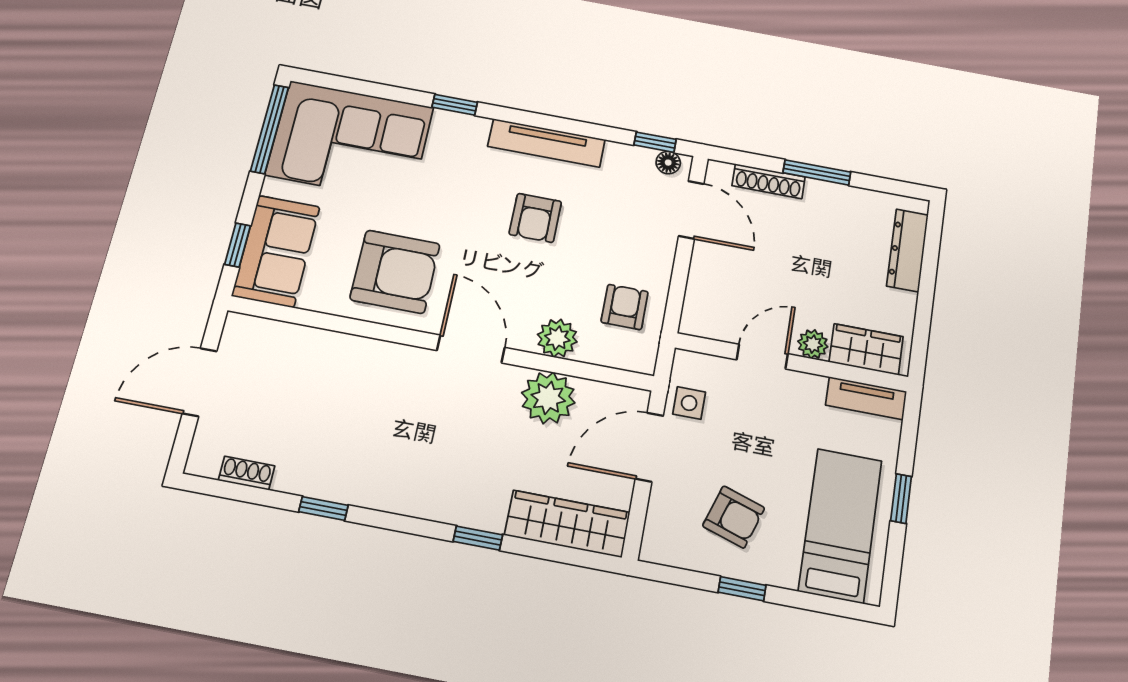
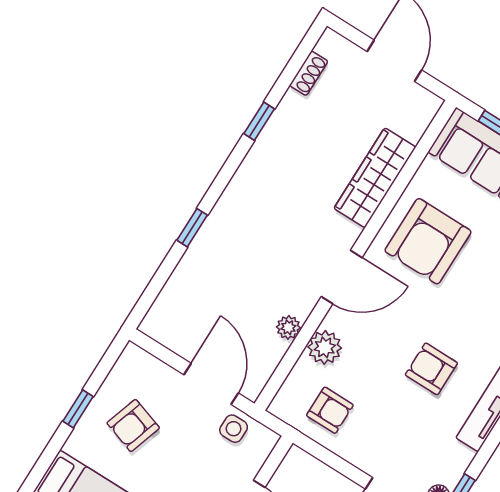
plant: (548, 398) -> (288, 327), width x0.53, depth x0.53
wardrobe: (567, 524) -> (375, 178), moved, turned 180

